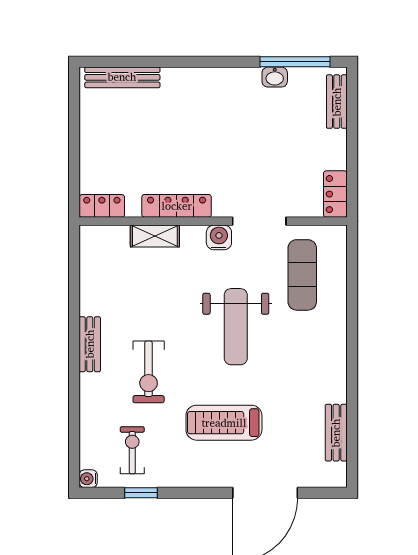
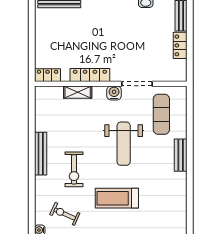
locker: (335, 194) -> (180, 45), moved
bench: (90, 344) -> (41, 154), width x1.36
bench: (336, 433) -> (181, 155), moved
exercise bike: (132, 450) -> (65, 214), turned -66

